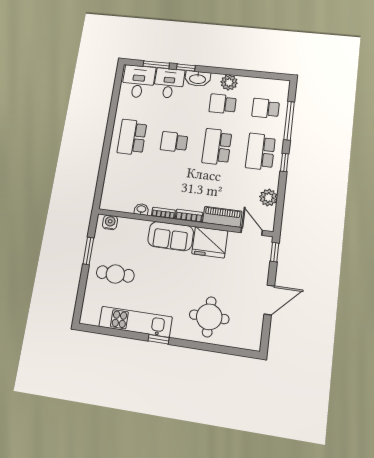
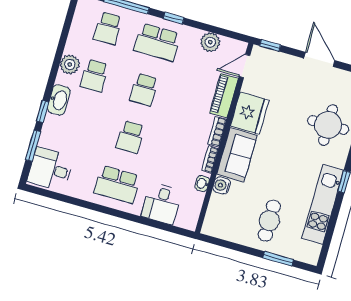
desk: (169, 83) -> (162, 204), moved, turned -90
school desk: (217, 147) -> (144, 90), width x0.54
water cooler: (110, 222) -> (222, 185), moved
window: (88, 251) -> (278, 259), moved

